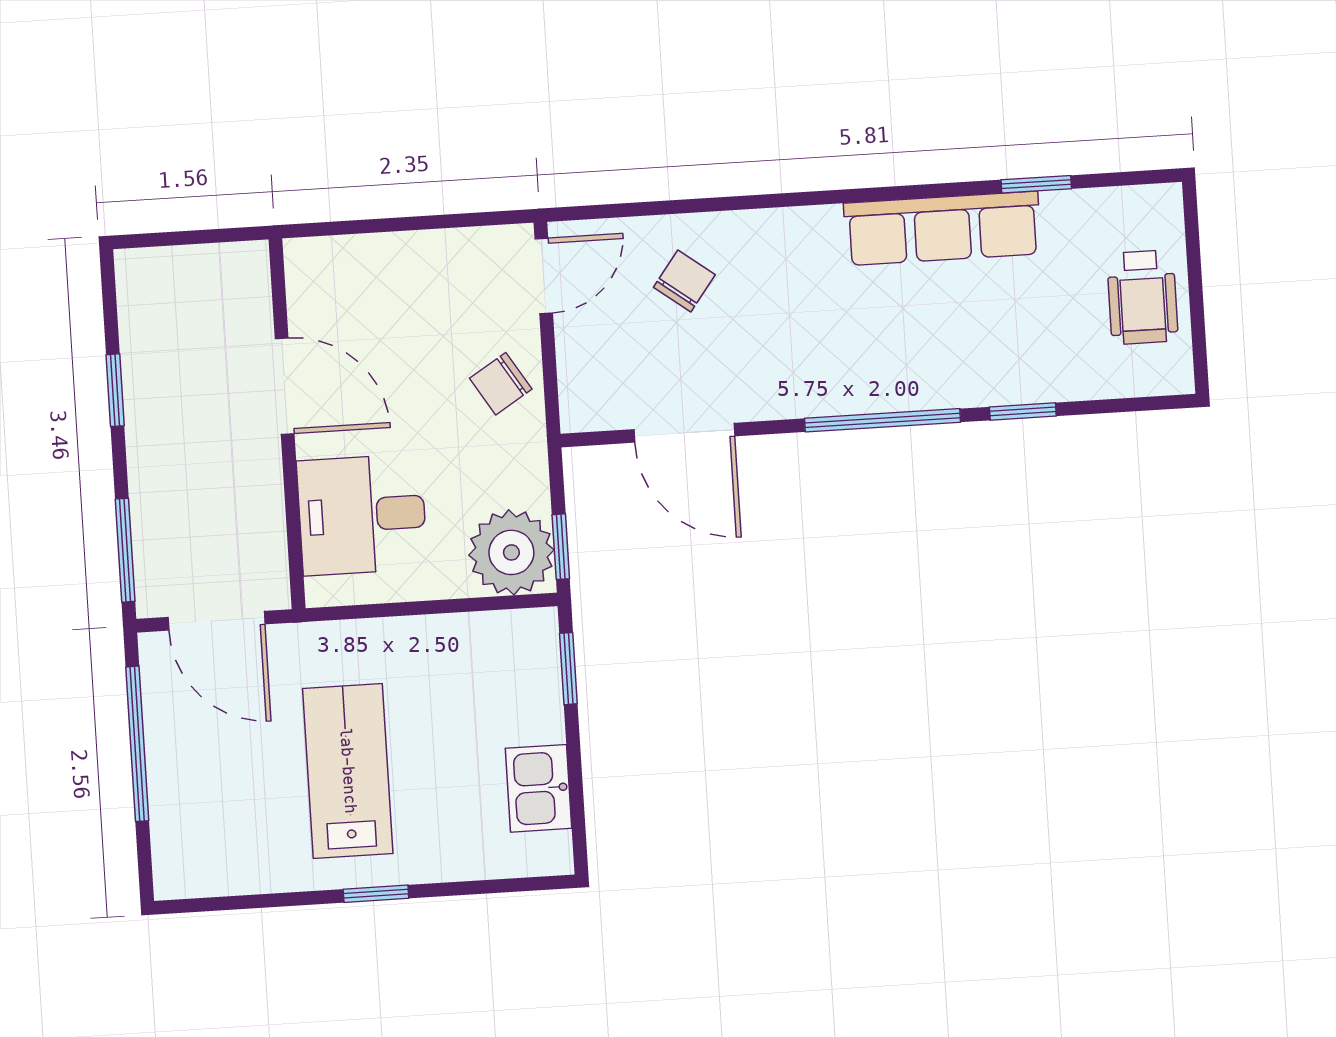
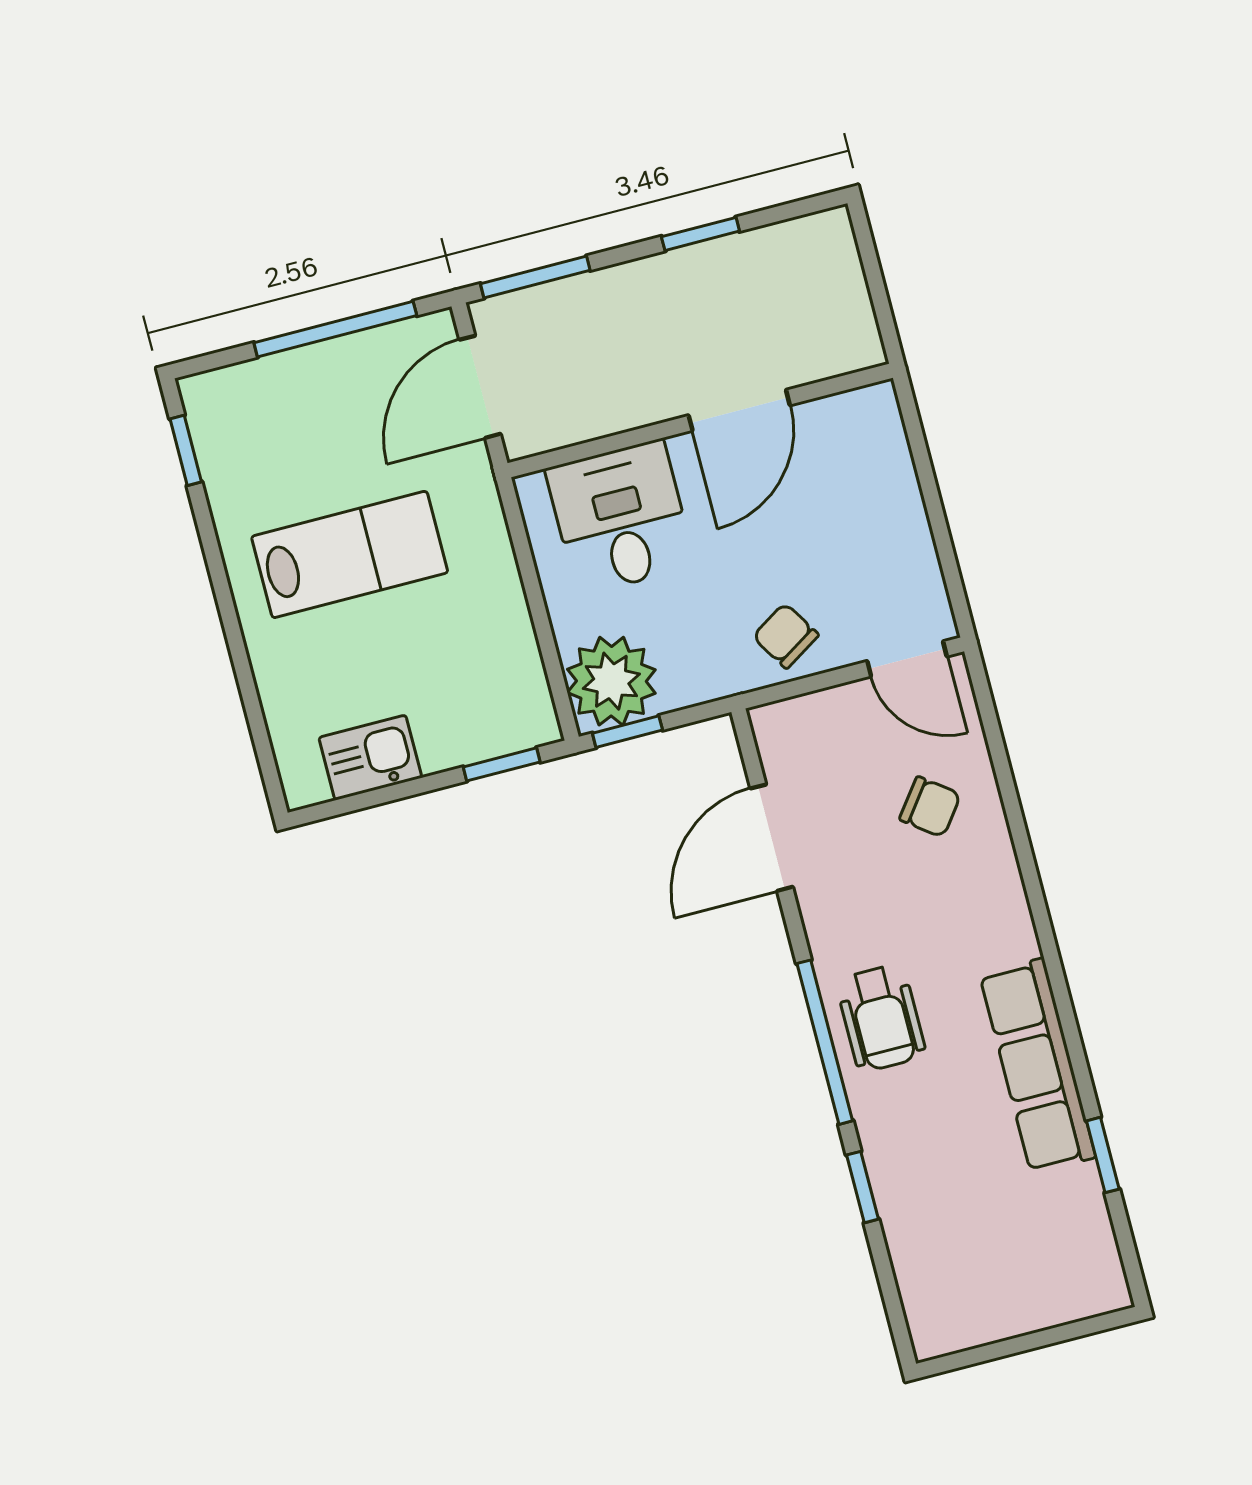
wheelchair: (1142, 297) -> (881, 1018), moved, turned -90
window: (376, 894) -> (186, 450), moved

